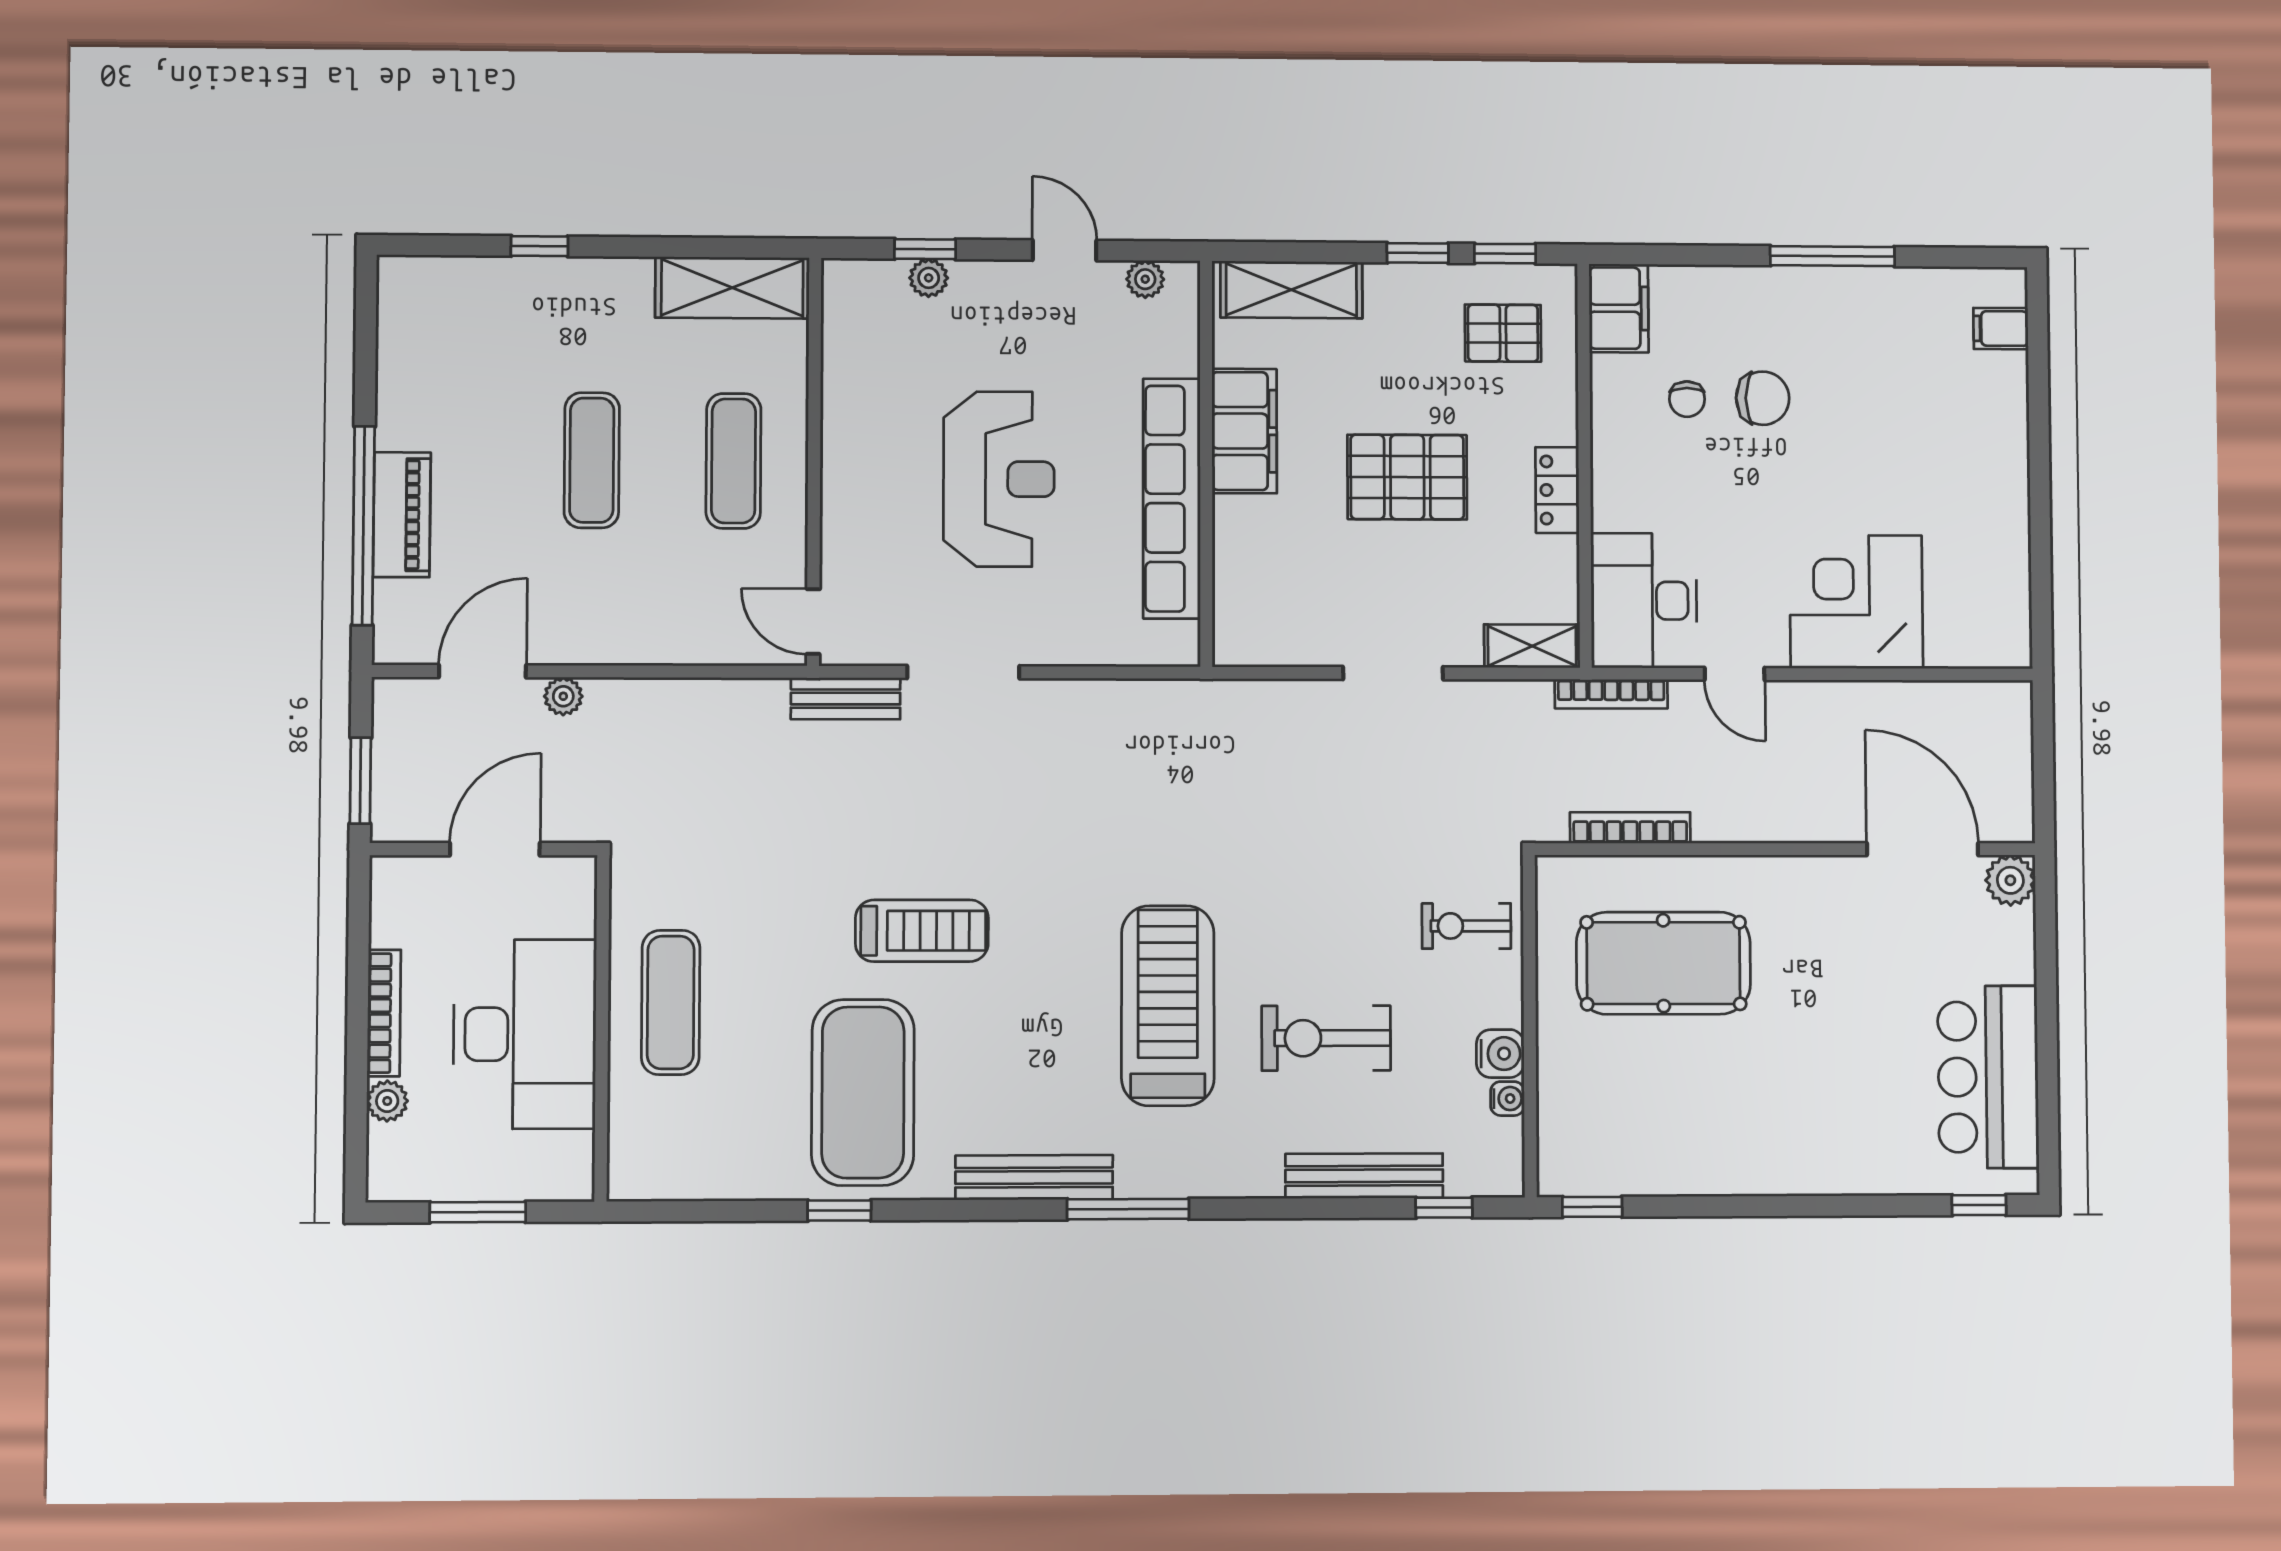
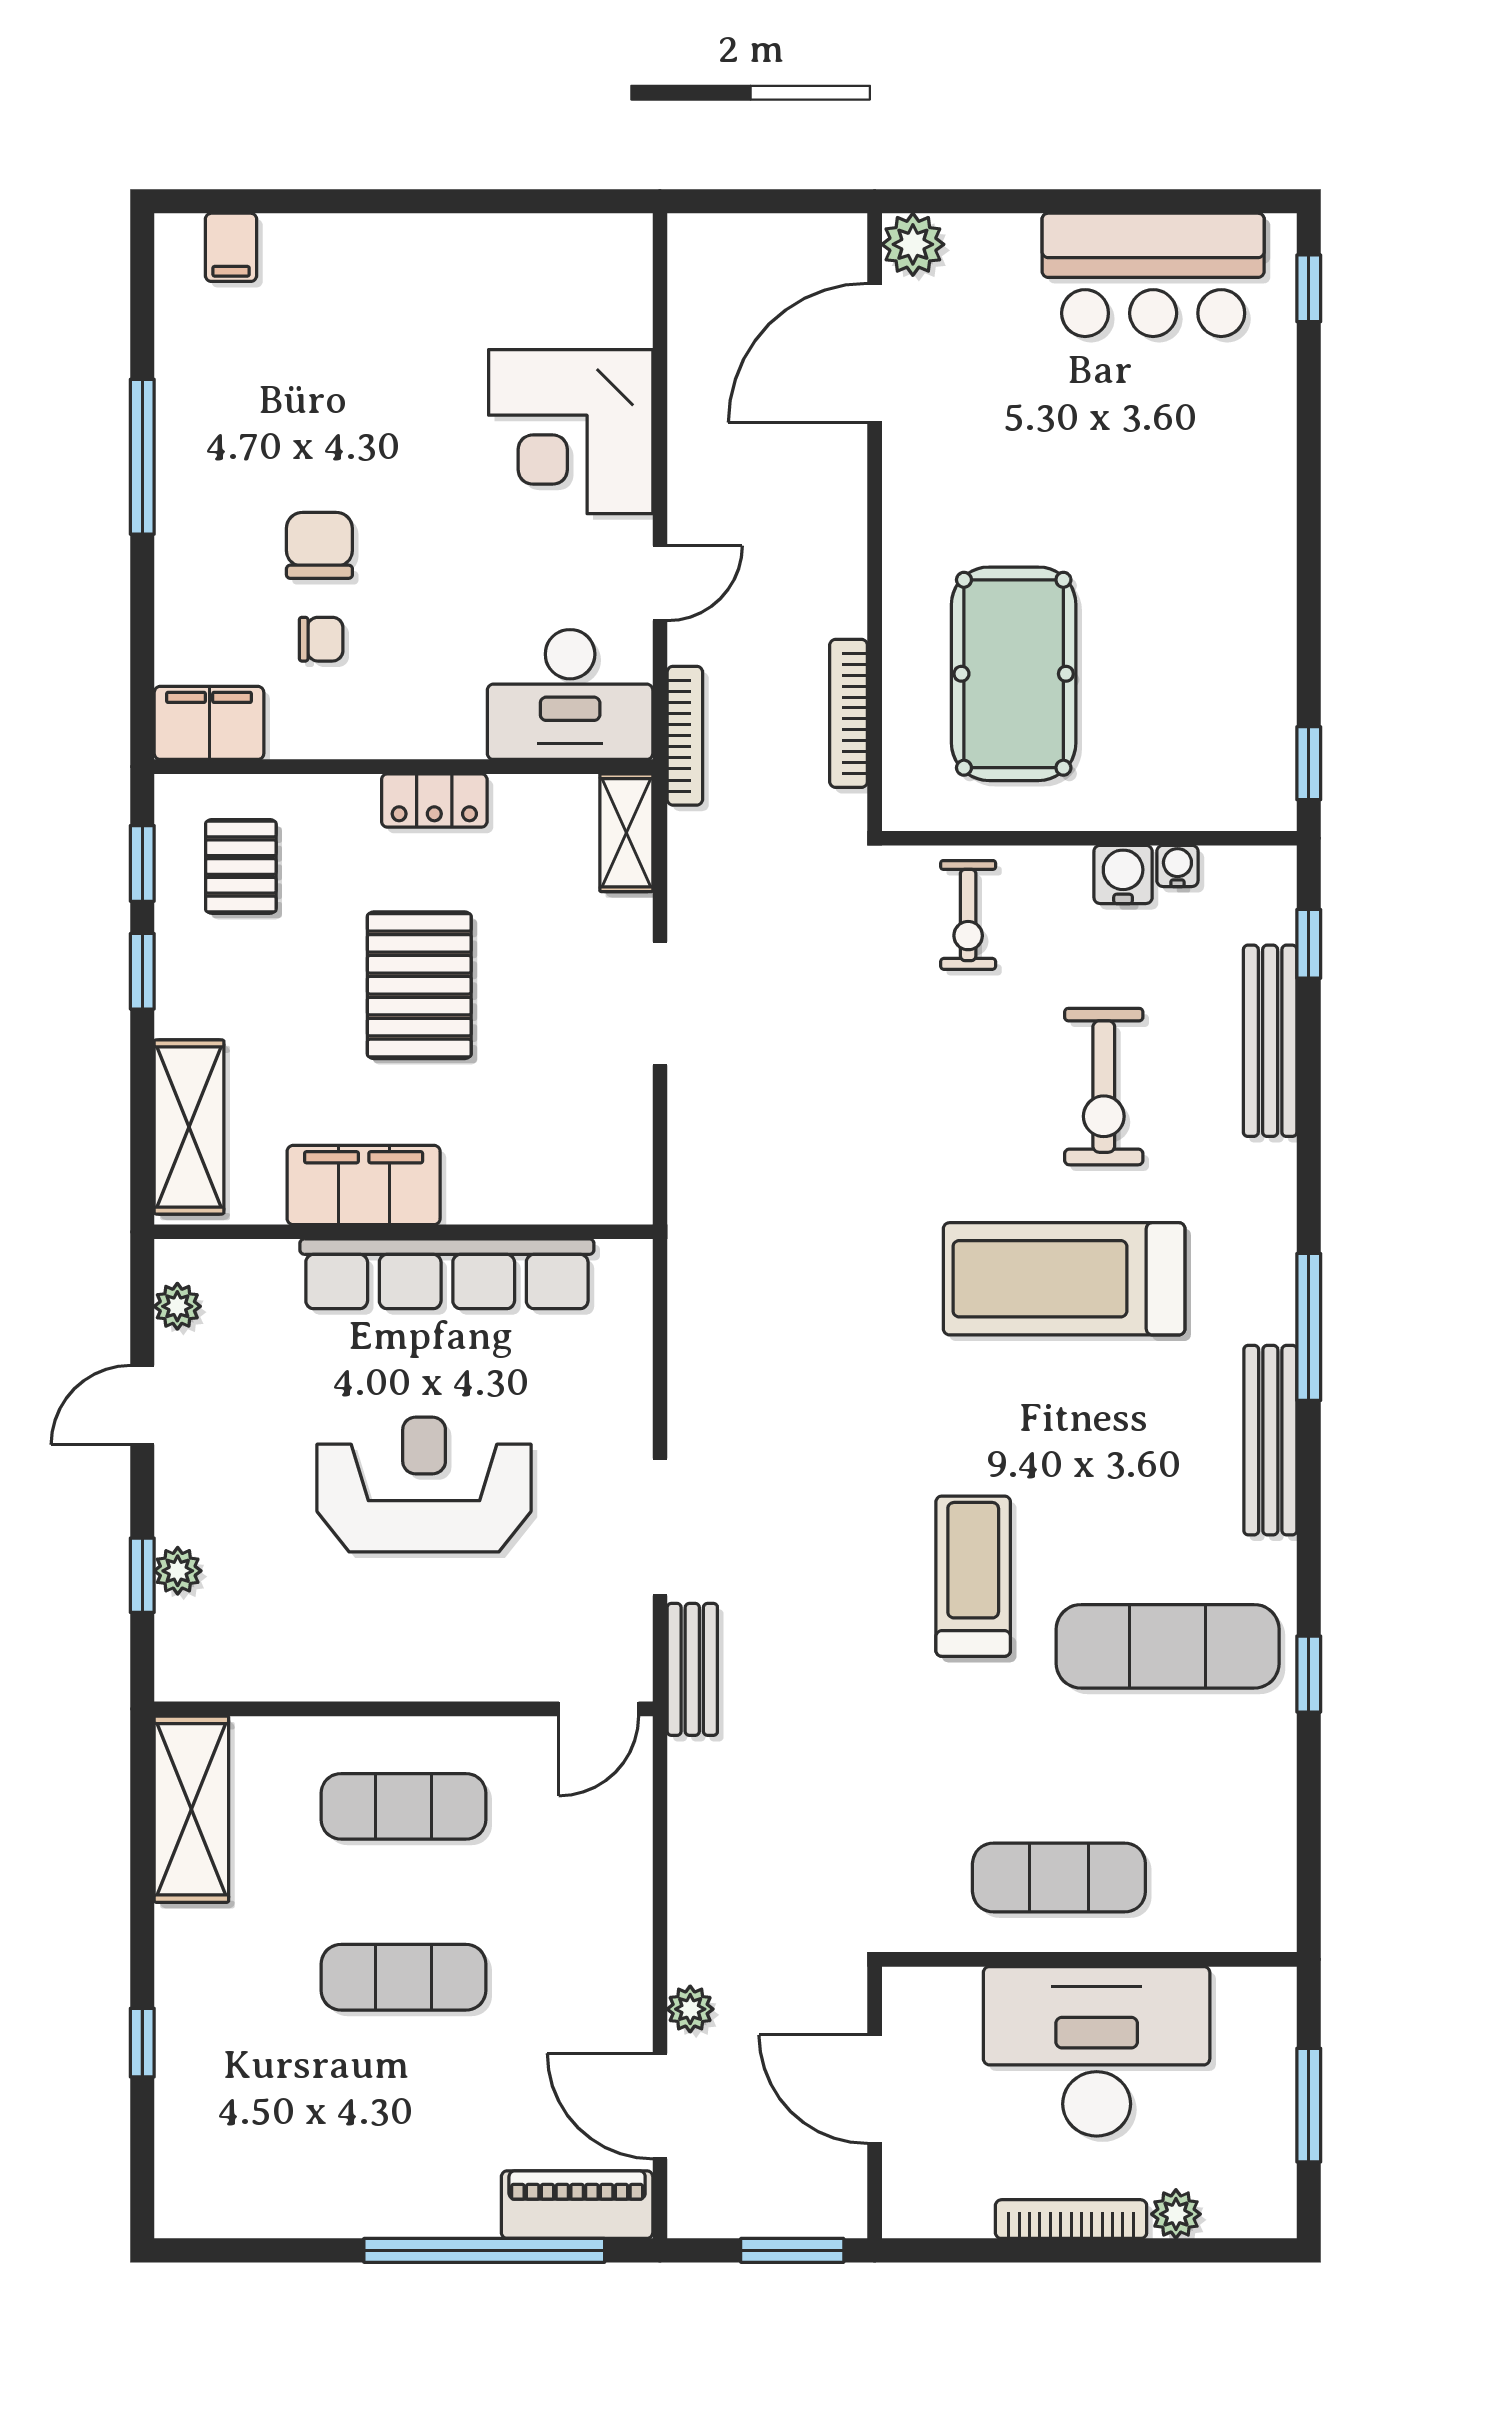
piano: (402, 515) -> (577, 2205), moved
exercise mat: (863, 1092) -> (1168, 1646), width x0.68

